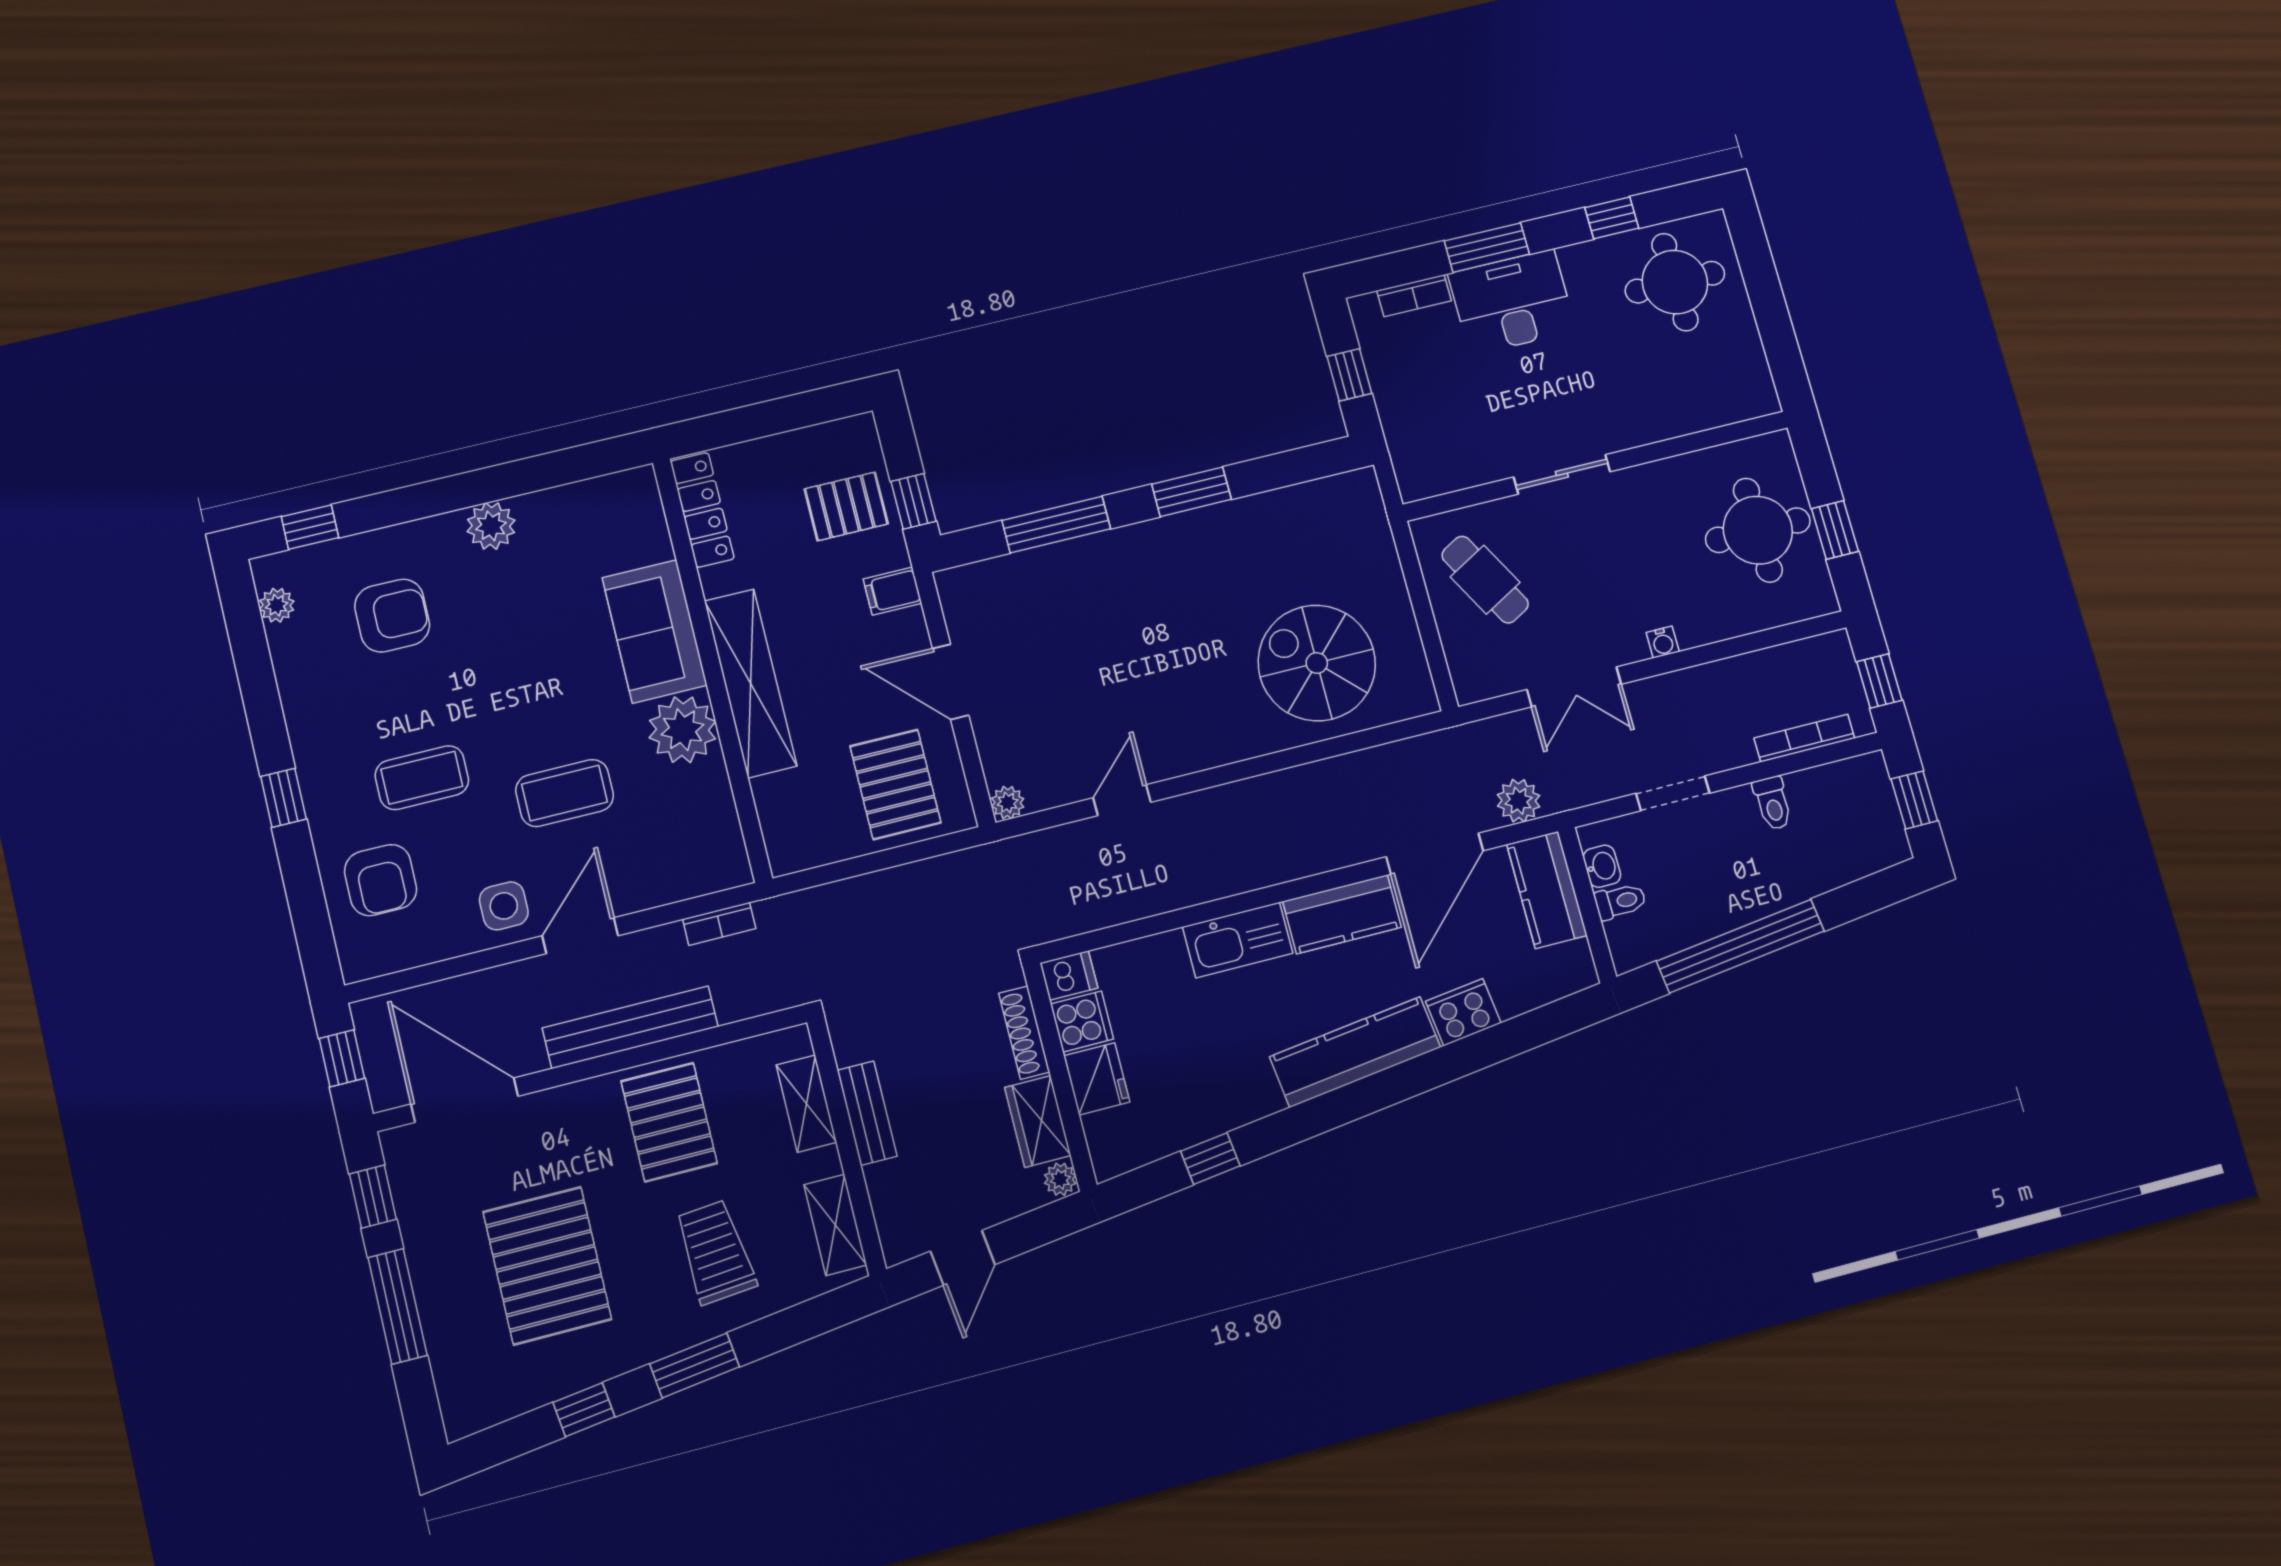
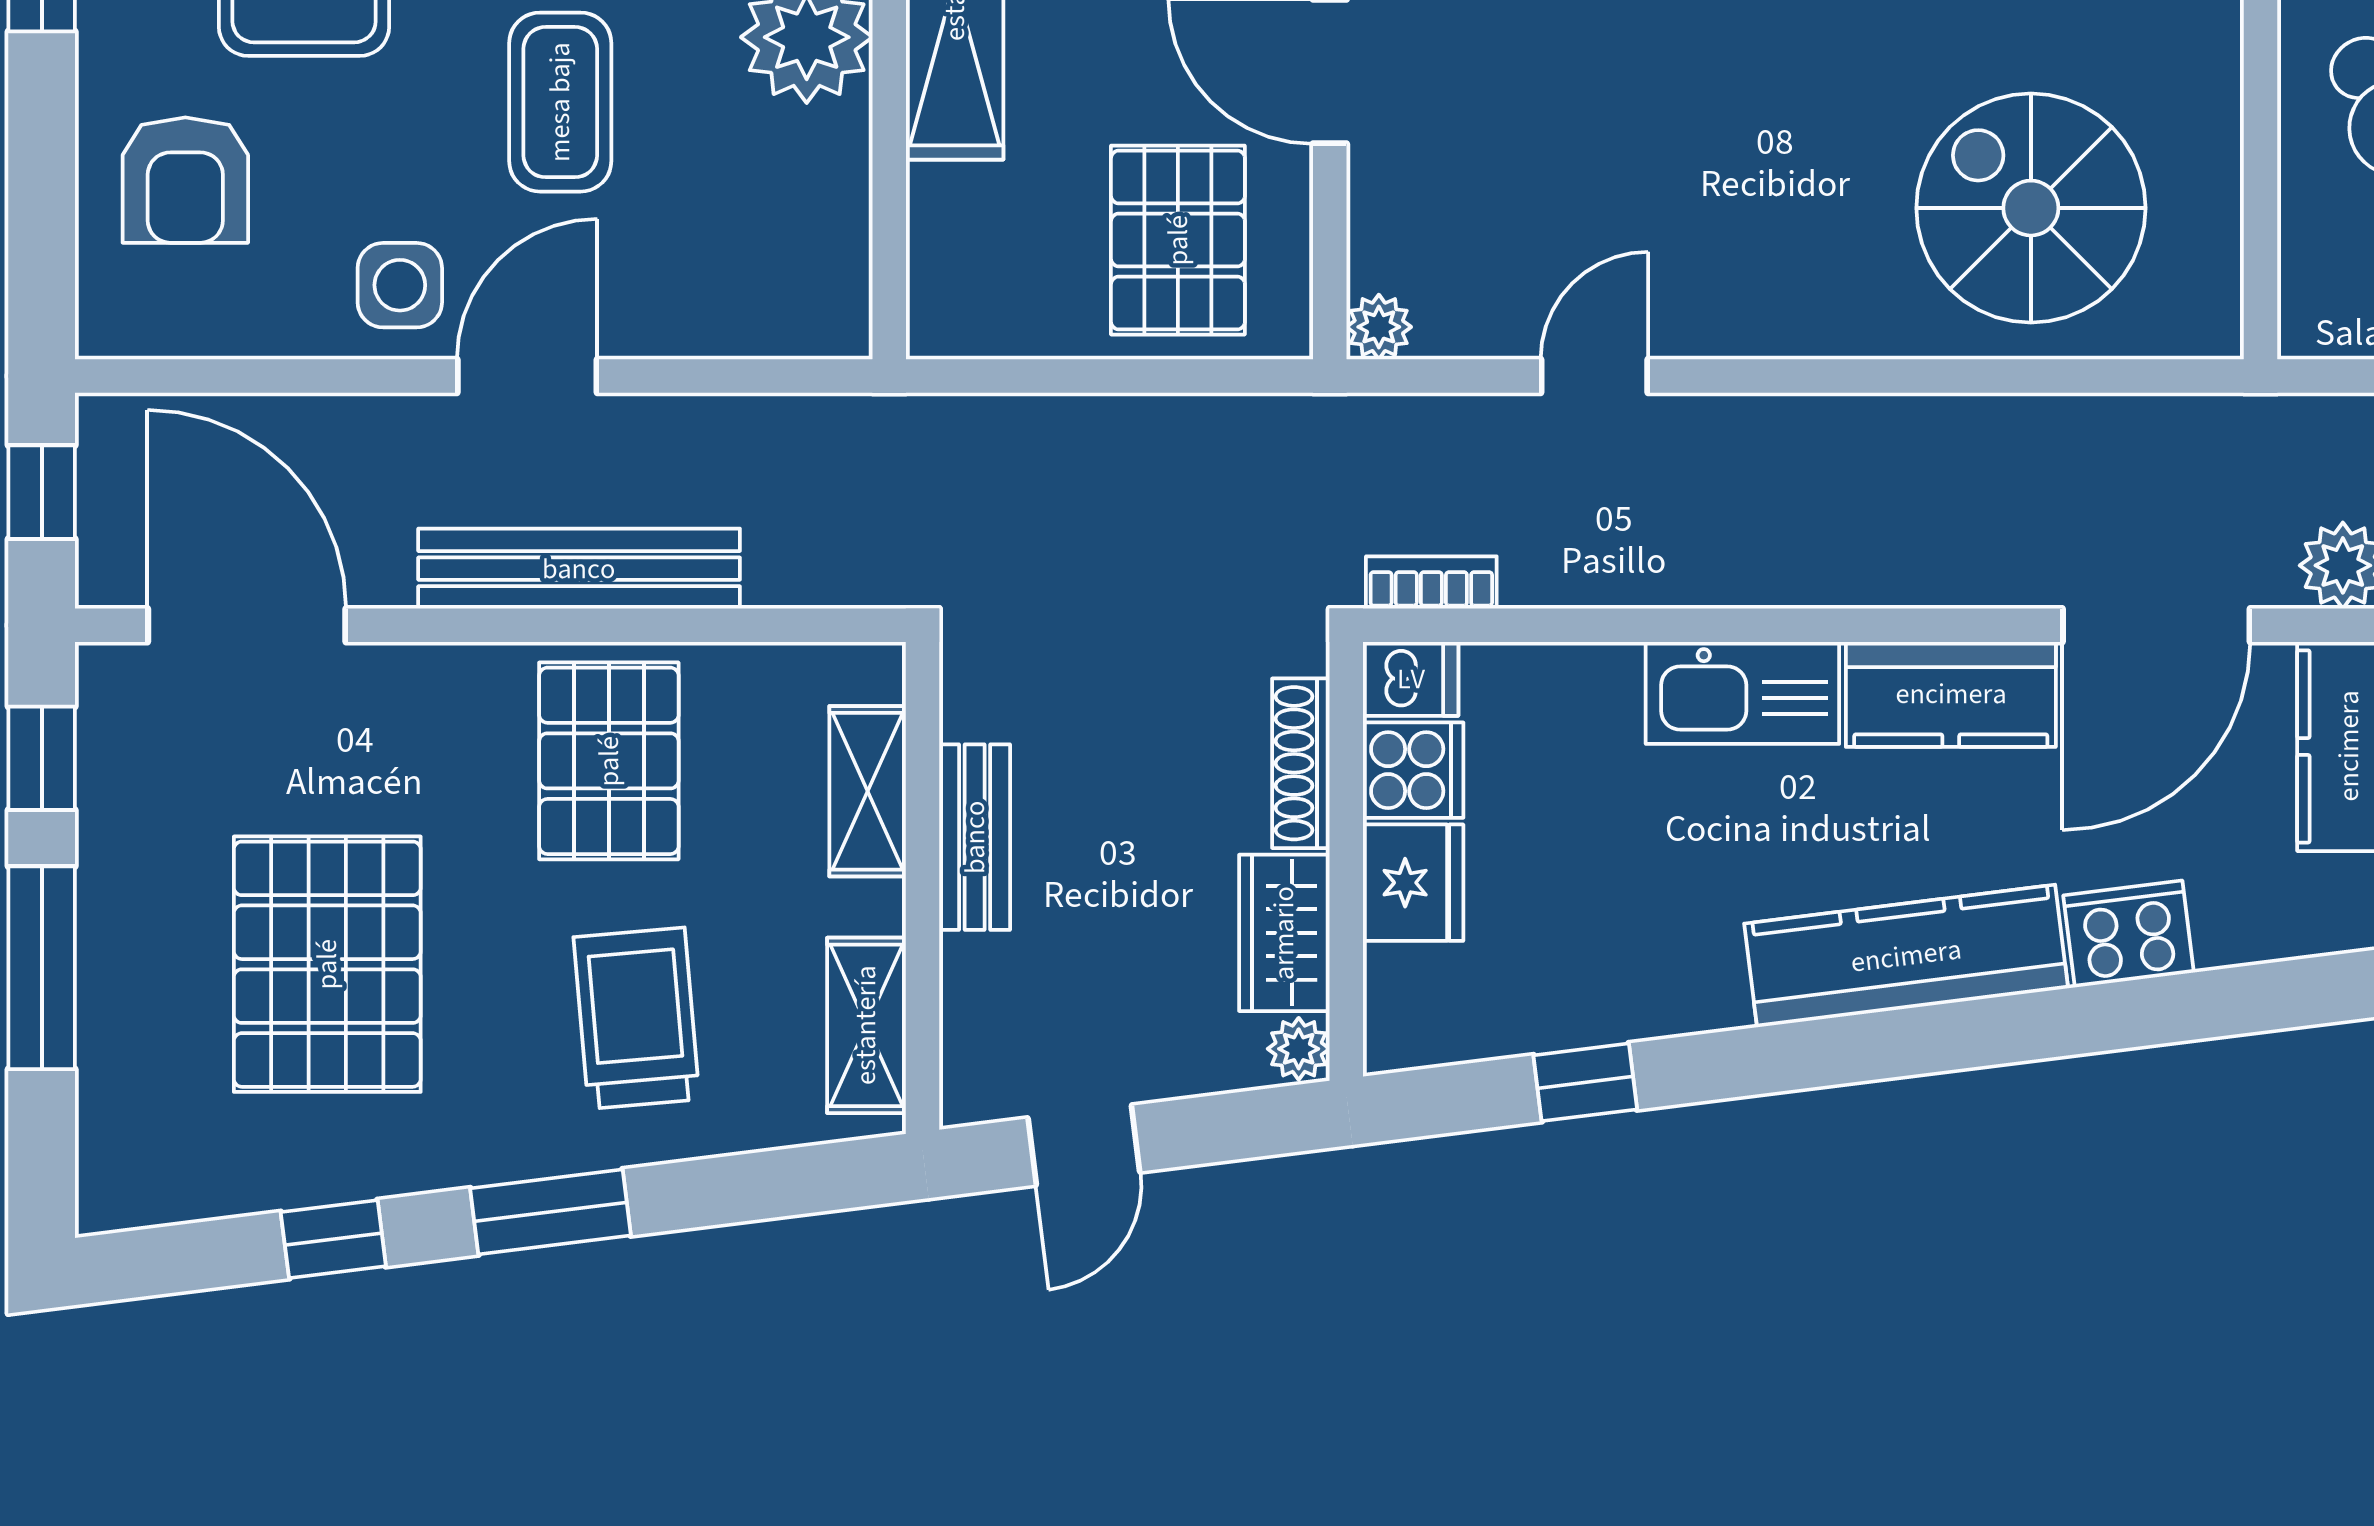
coffee table: (565, 793) -> (560, 102), turned 90
bookcase: (719, 924) -> (1431, 582), moved, turned 180

